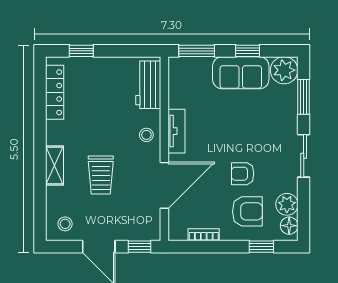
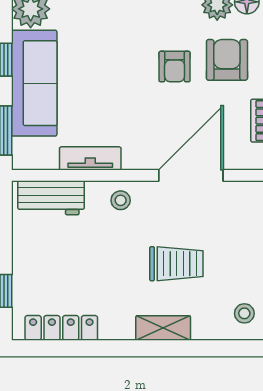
sofa: (241, 73) -> (34, 83), width x1.36
tv unit: (177, 131) -> (90, 158), moved
door: (164, 185) -> (191, 175), hinge flipped

